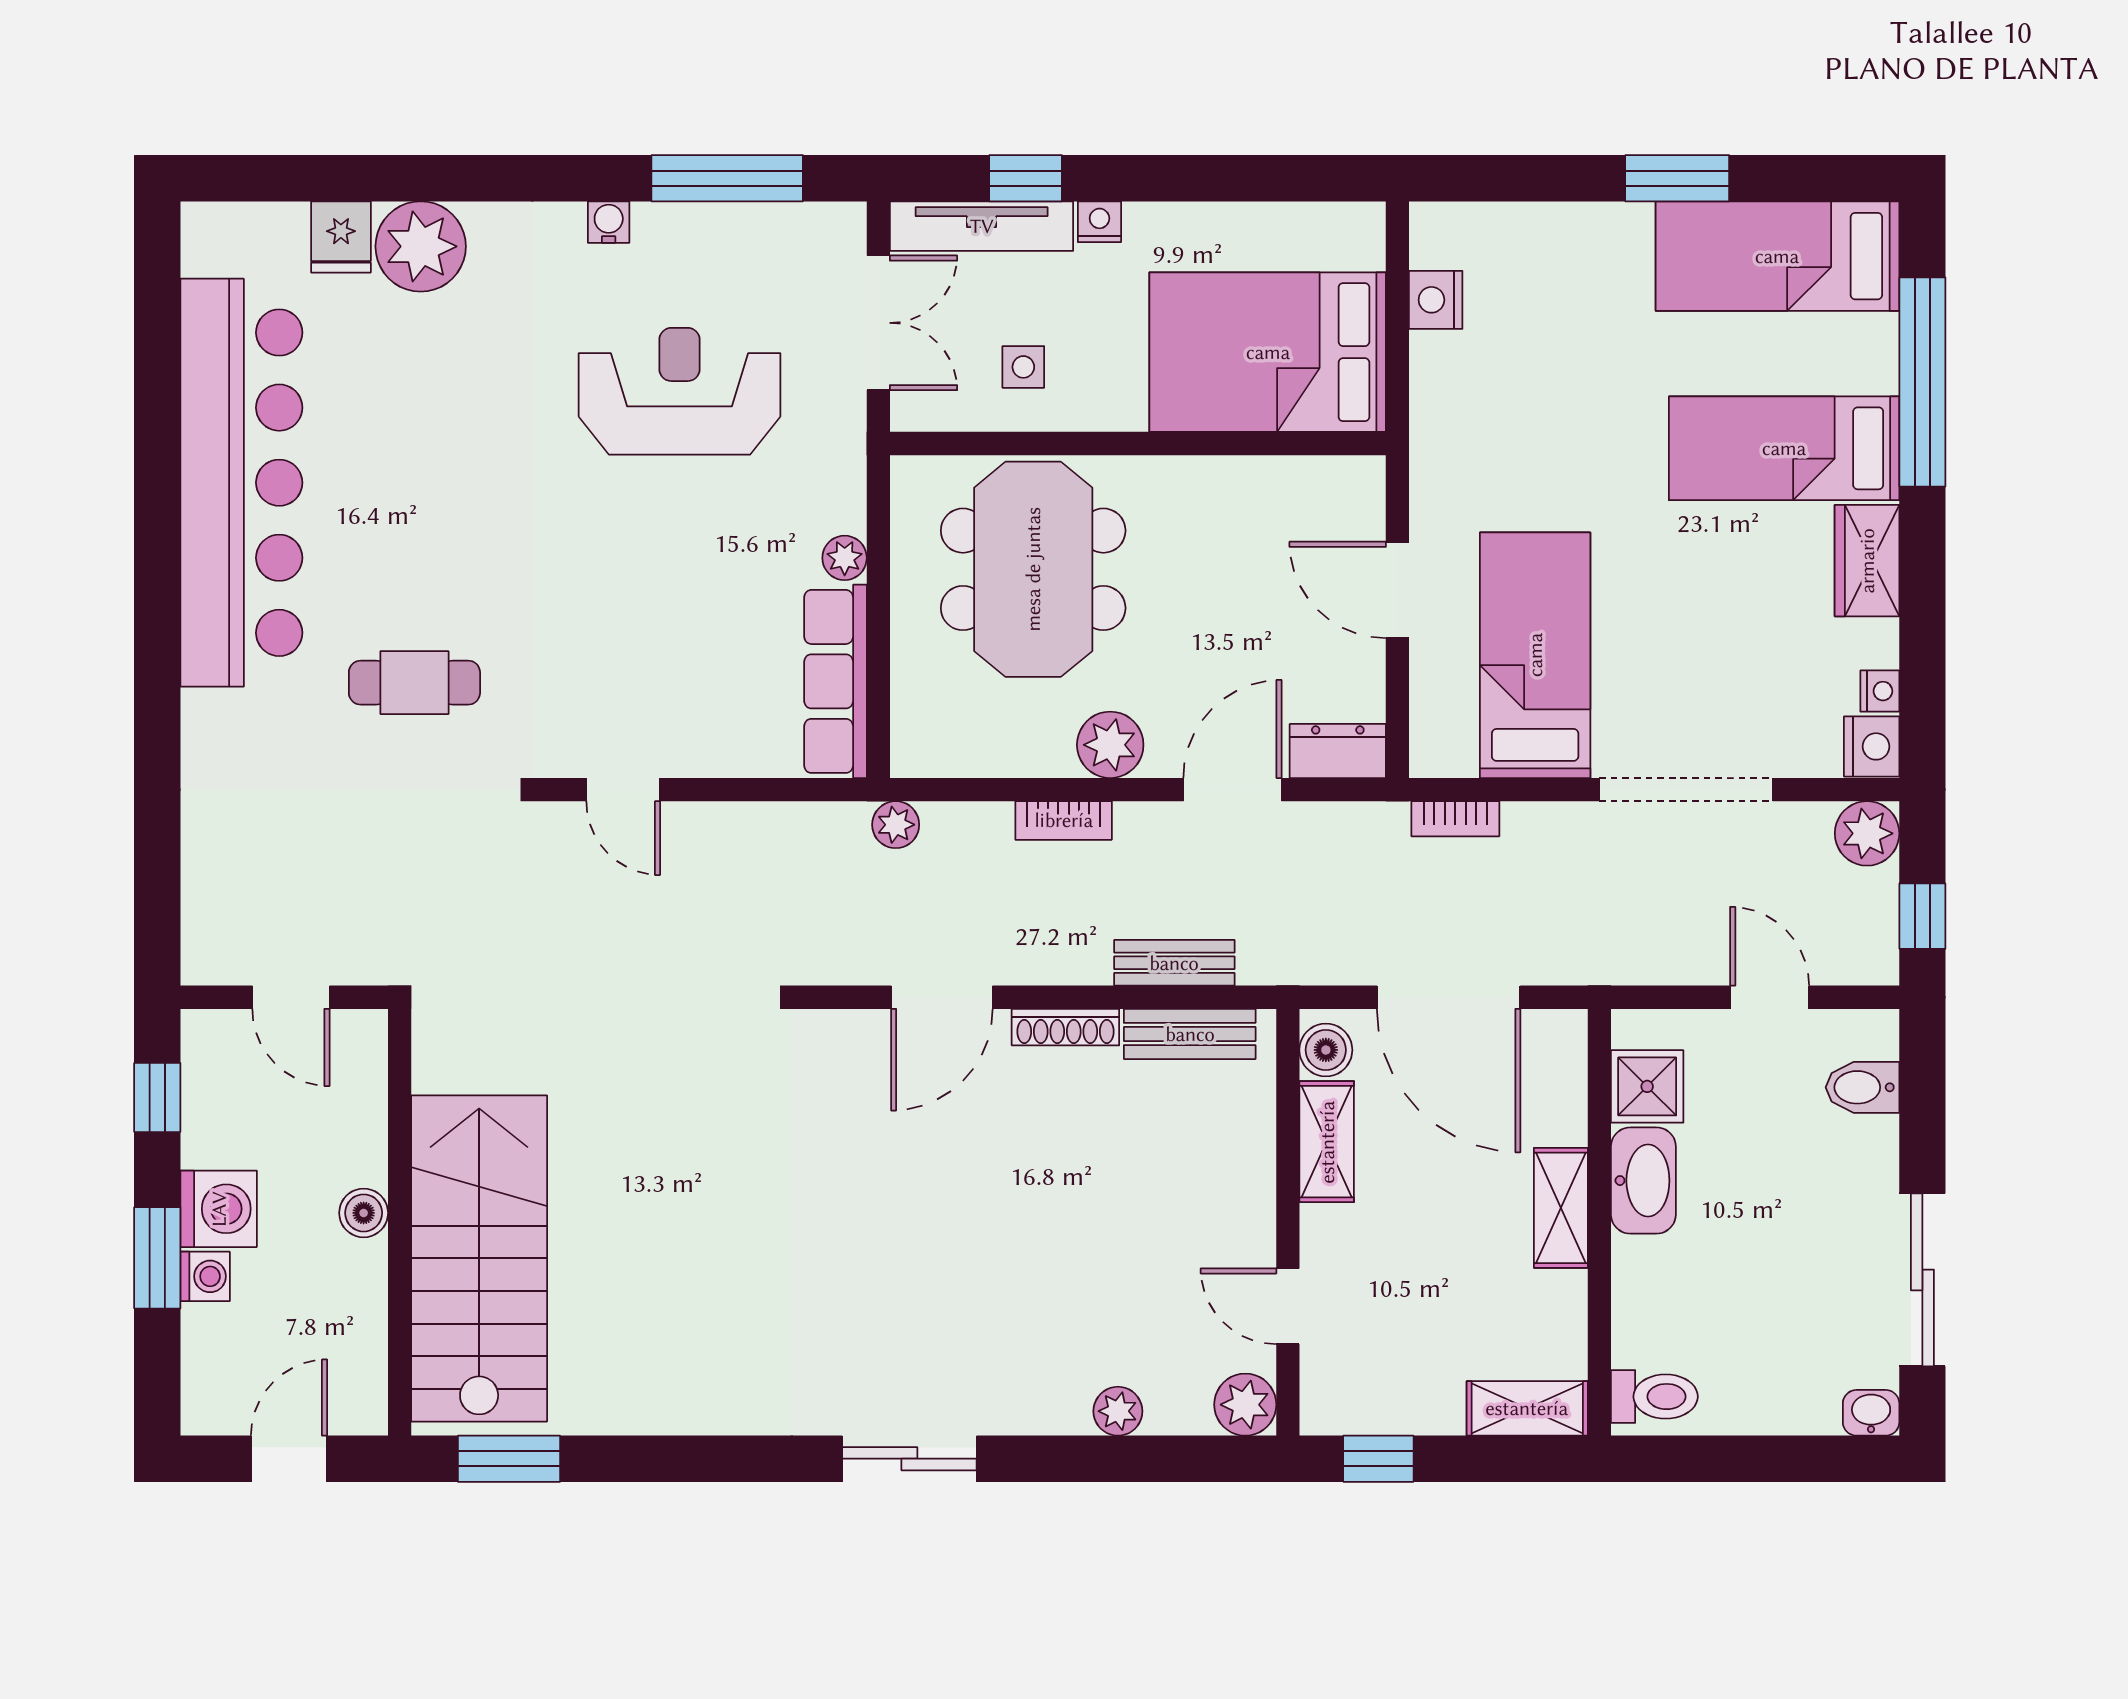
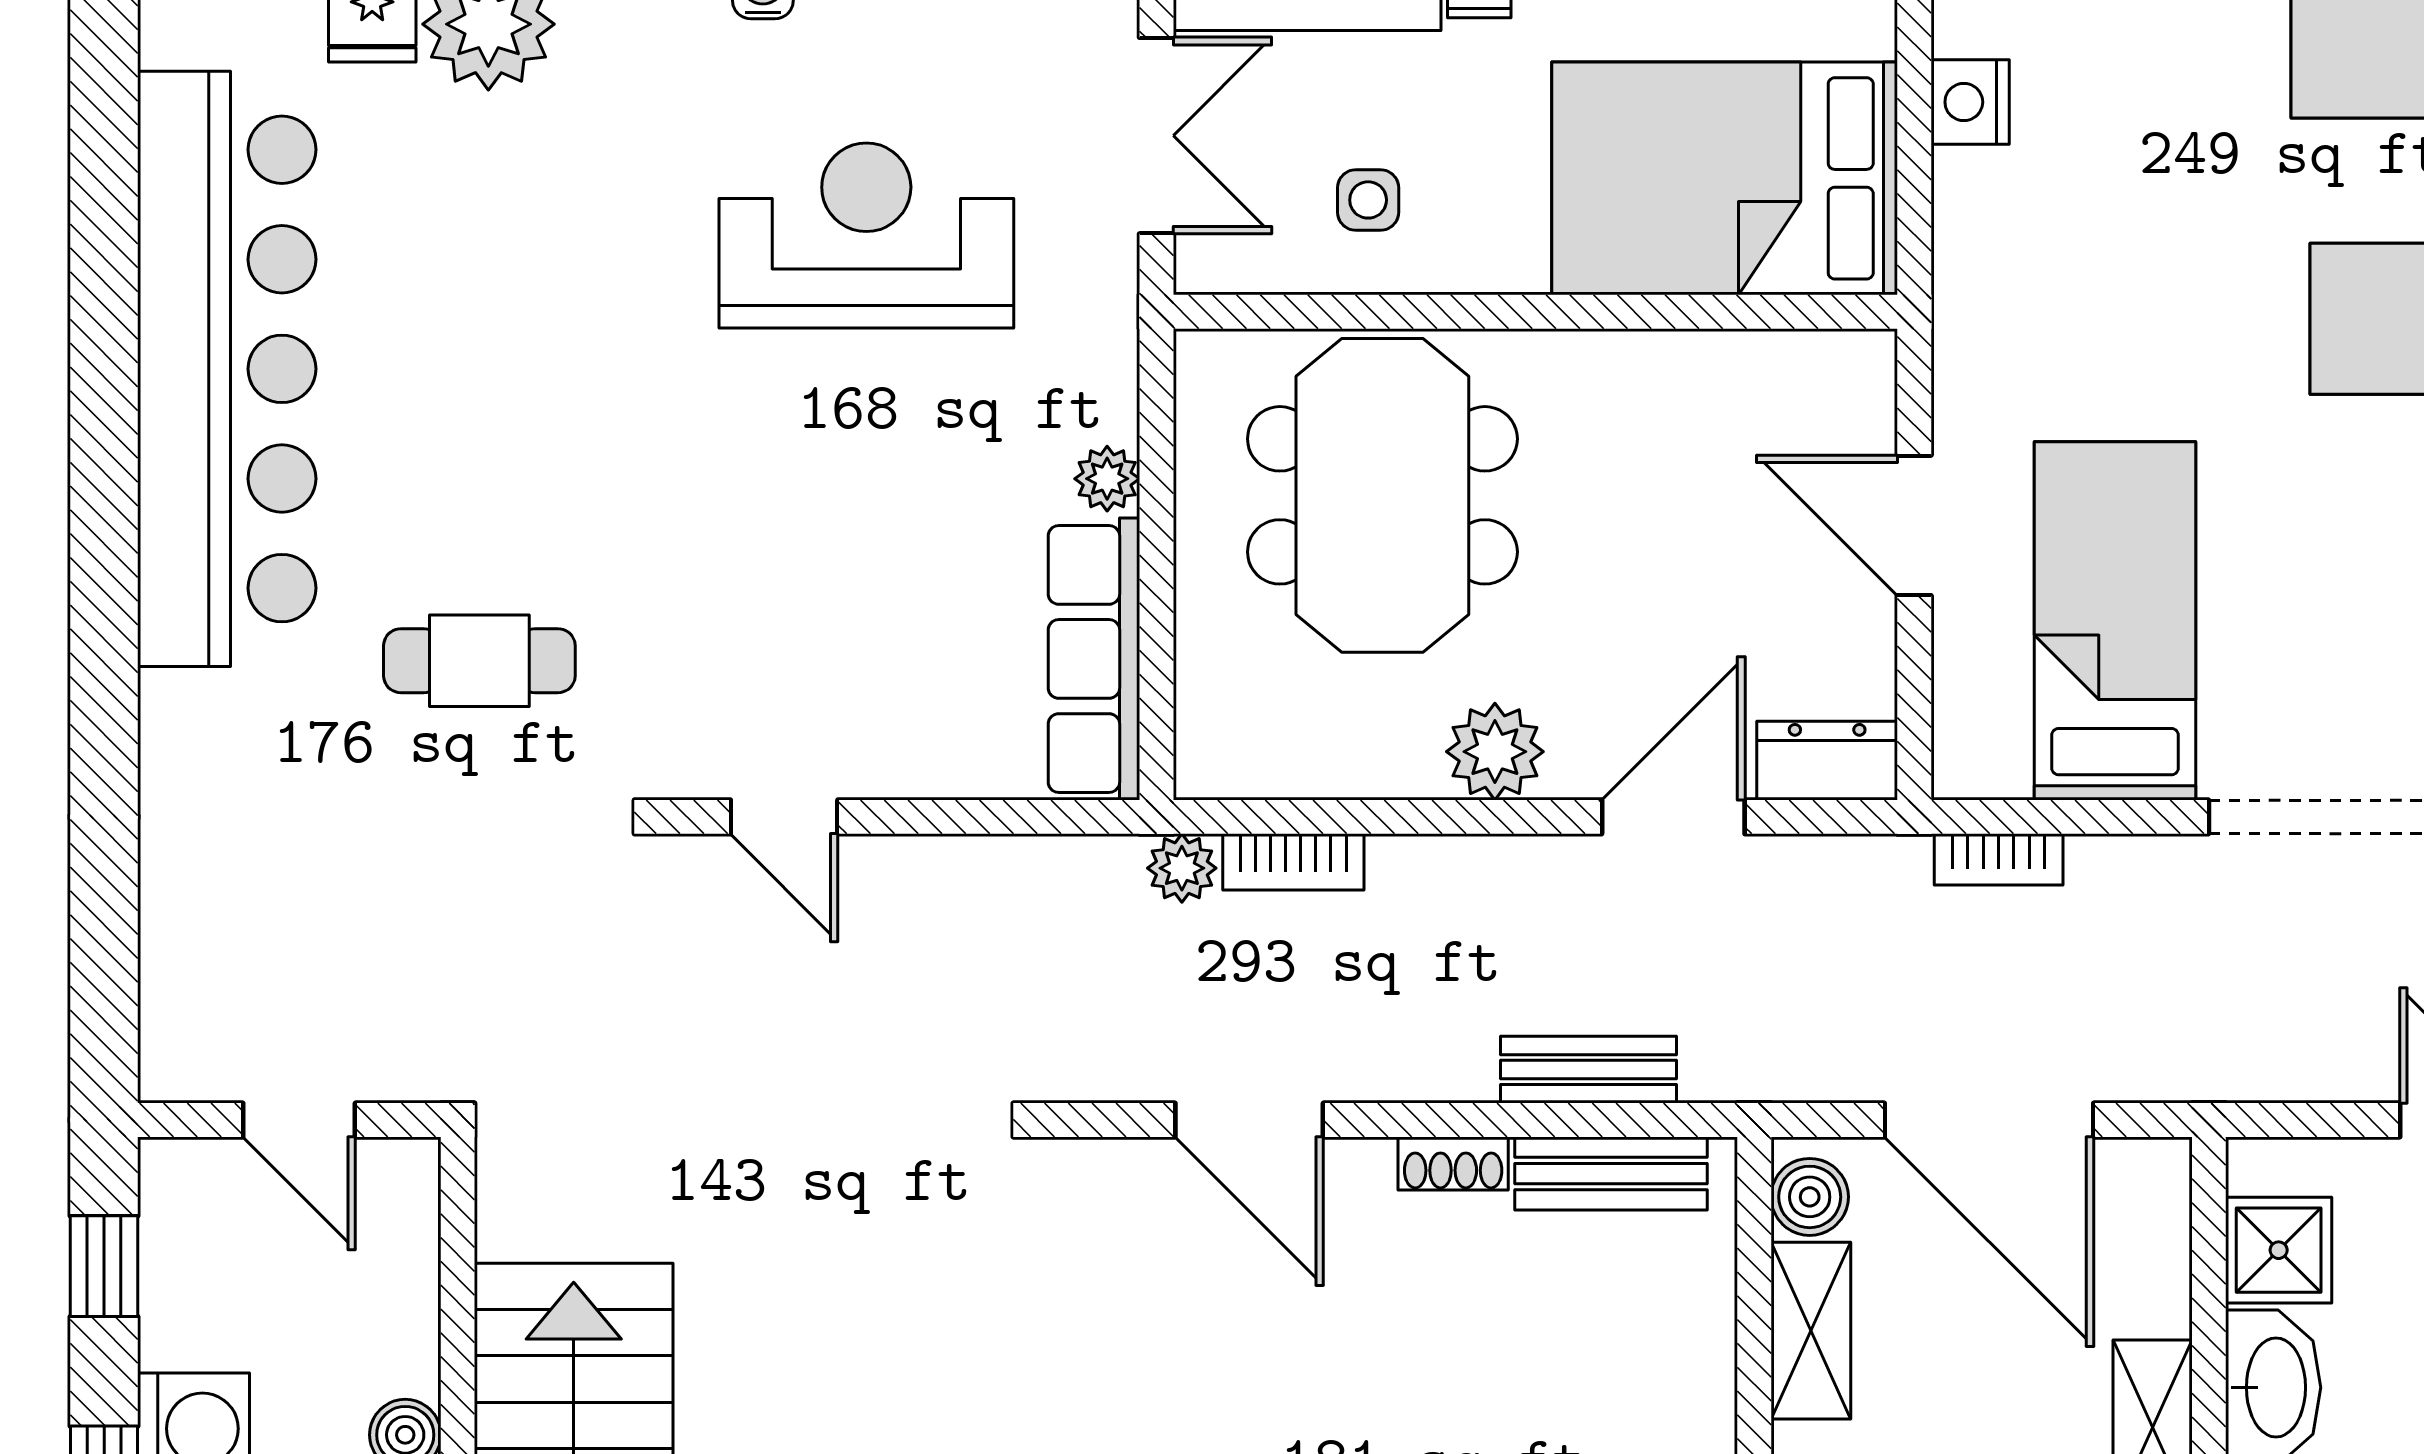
bookcase: (1064, 820) -> (1293, 862), moved
door: (942, 997) -> (1249, 1120), hinge flipped
shoe rack: (1065, 1027) -> (1453, 1164), width x0.70

